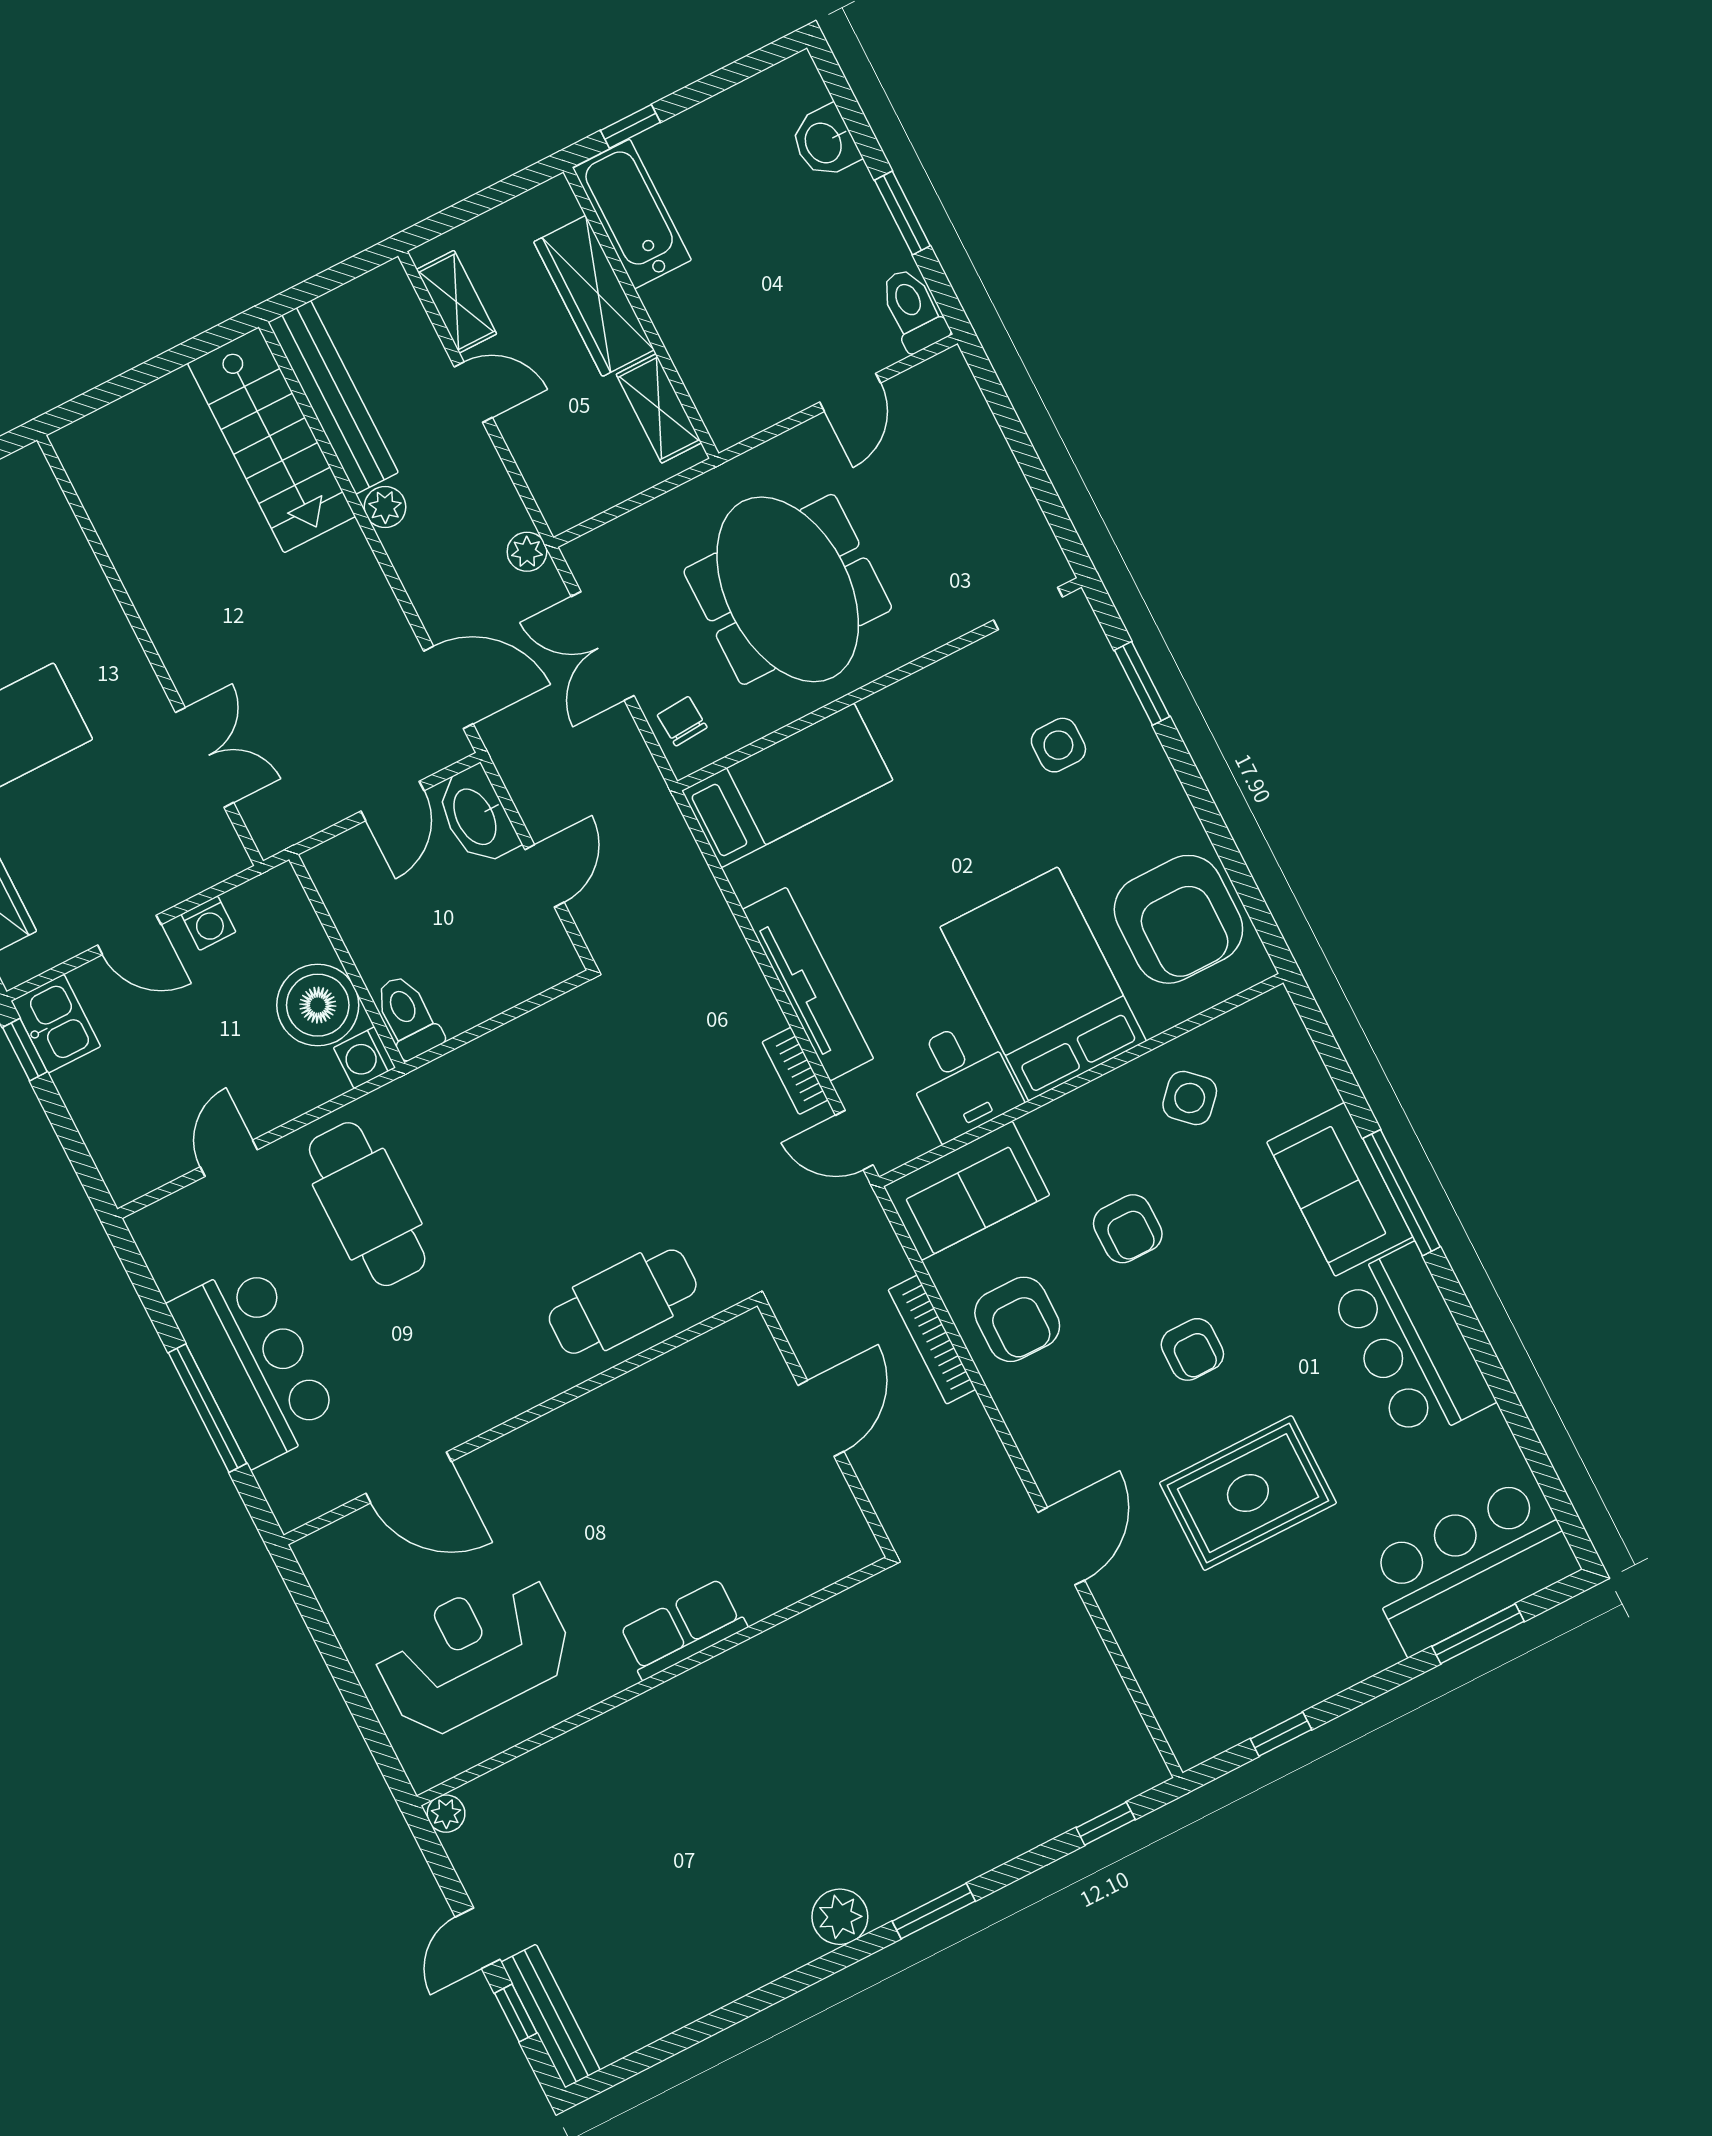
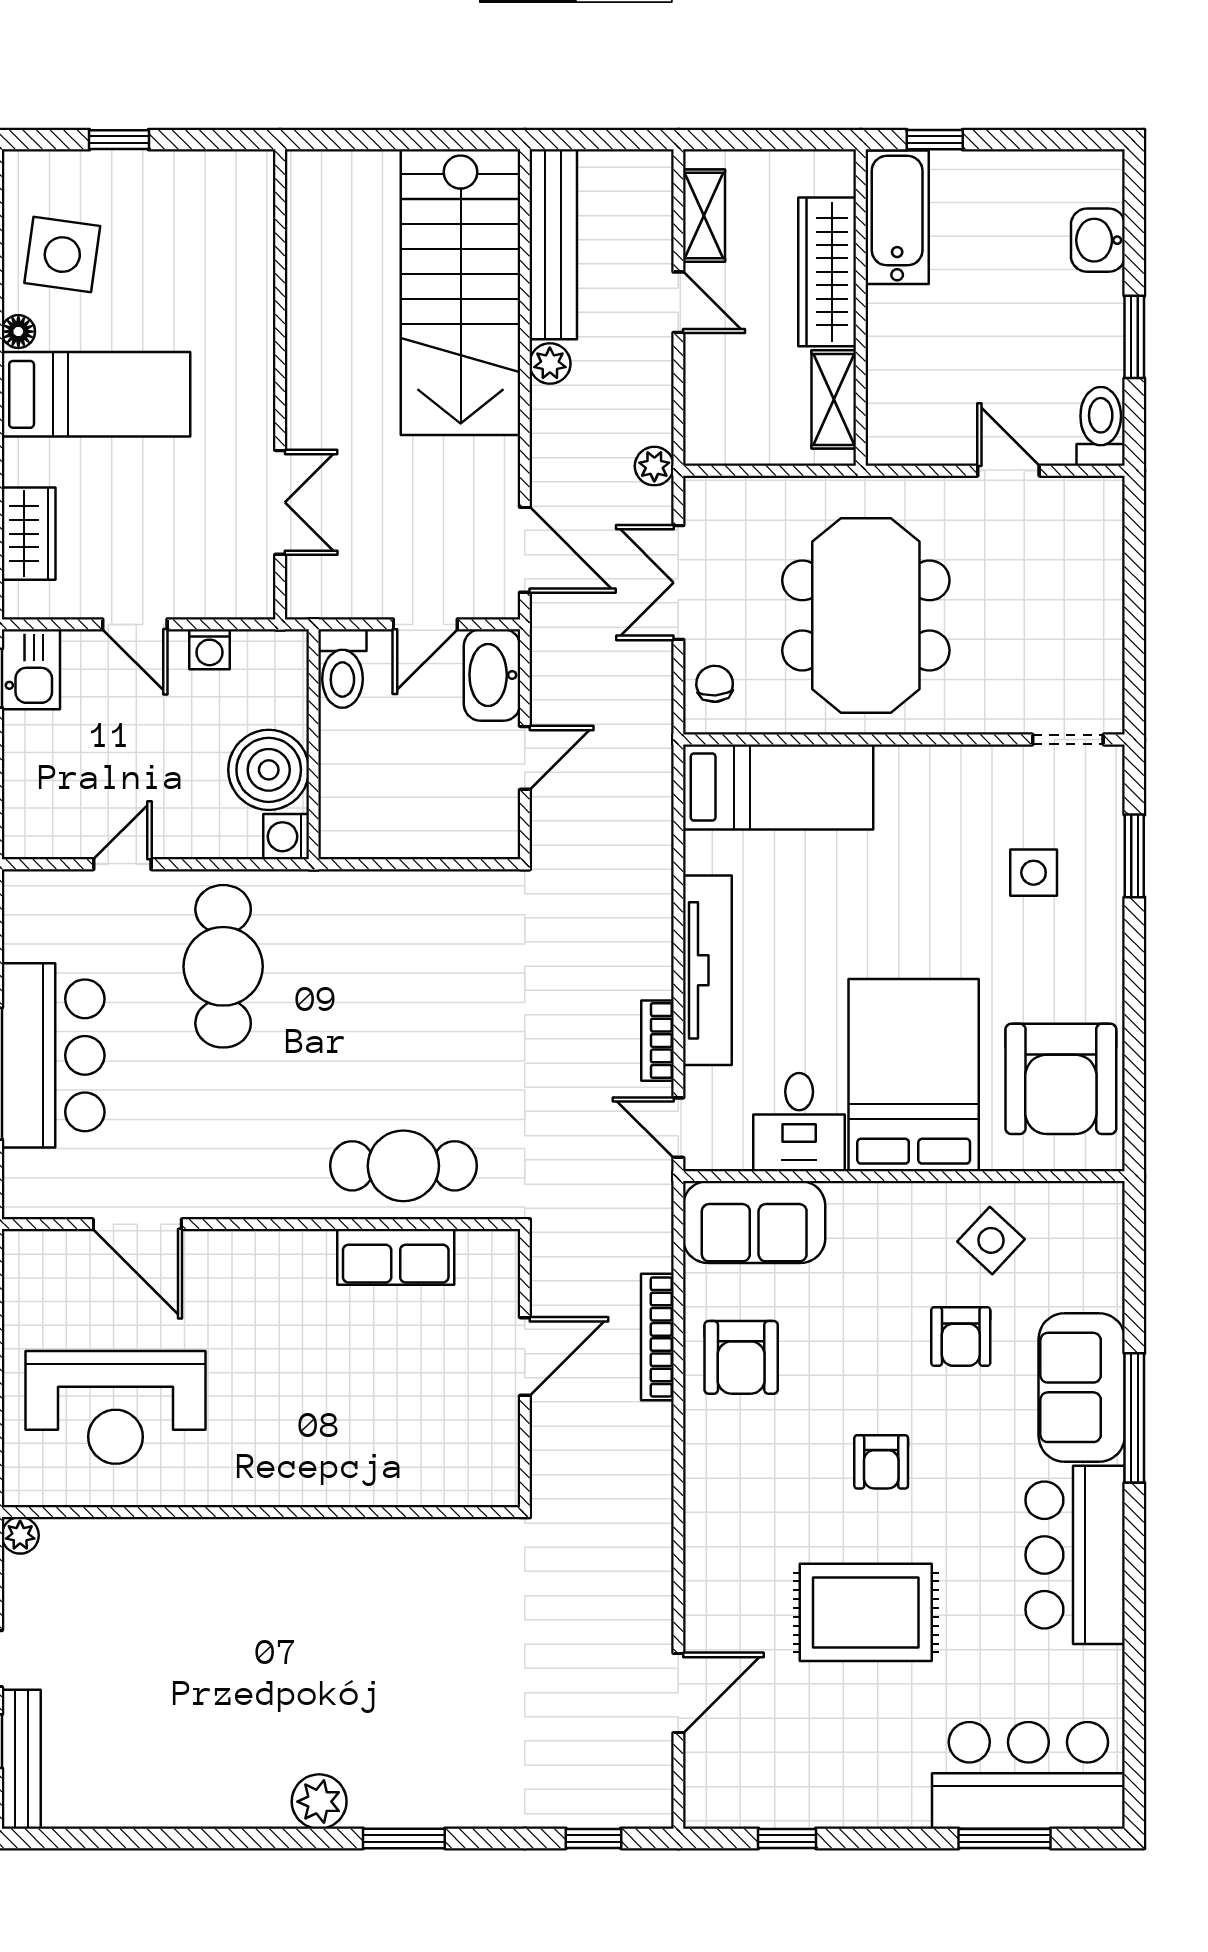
door: (850, 392) -> (1008, 471), swing flipped
stairs: (272, 440) -> (461, 292), width x1.36, depth x1.51
toilet: (408, 1017) -> (342, 668), moved, turned 180
armchair: (1128, 1229) -> (961, 1337), moved
door: (1061, 1546) -> (678, 1693), moved
row of seats: (683, 1629) -> (396, 1257), moved, turned 180
reception desk: (473, 1654) -> (116, 1407), turned 180

